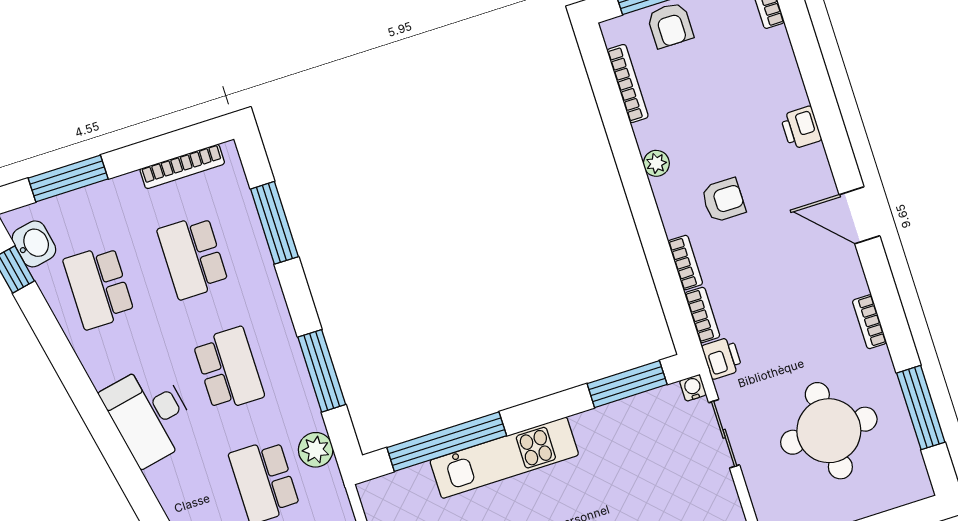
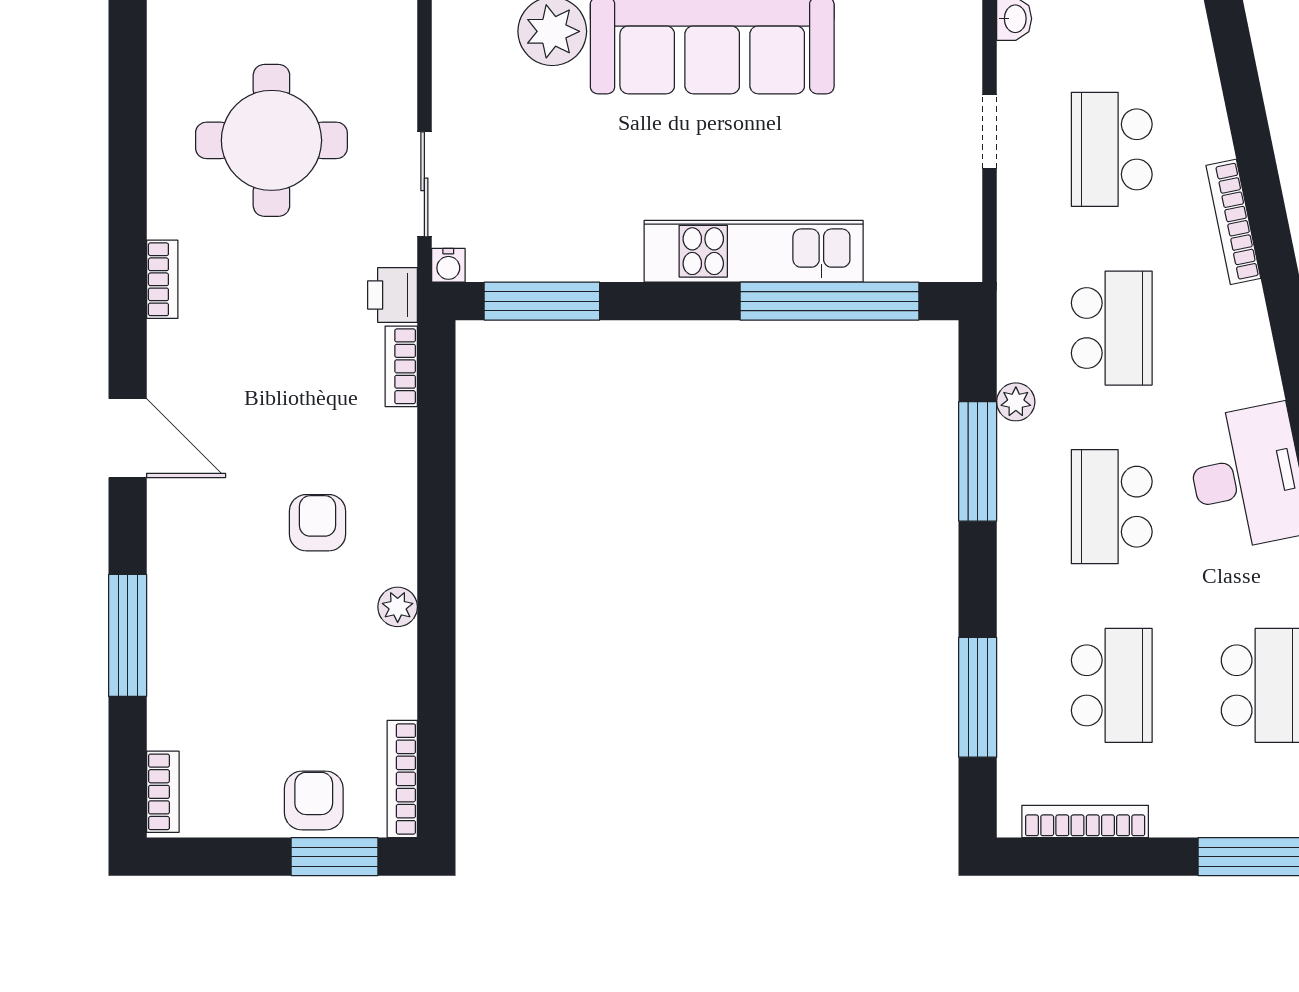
bookcase: (628, 84) -> (402, 779), moved
printer: (801, 128) -> (172, 592), removed
armchair: (723, 200) -> (318, 523), turned 90
bookcase: (685, 263) -> (401, 450), removed
window: (921, 408) -> (128, 635), moved
plant: (316, 450) -> (1016, 402), moved, width x0.73, depth x0.73

